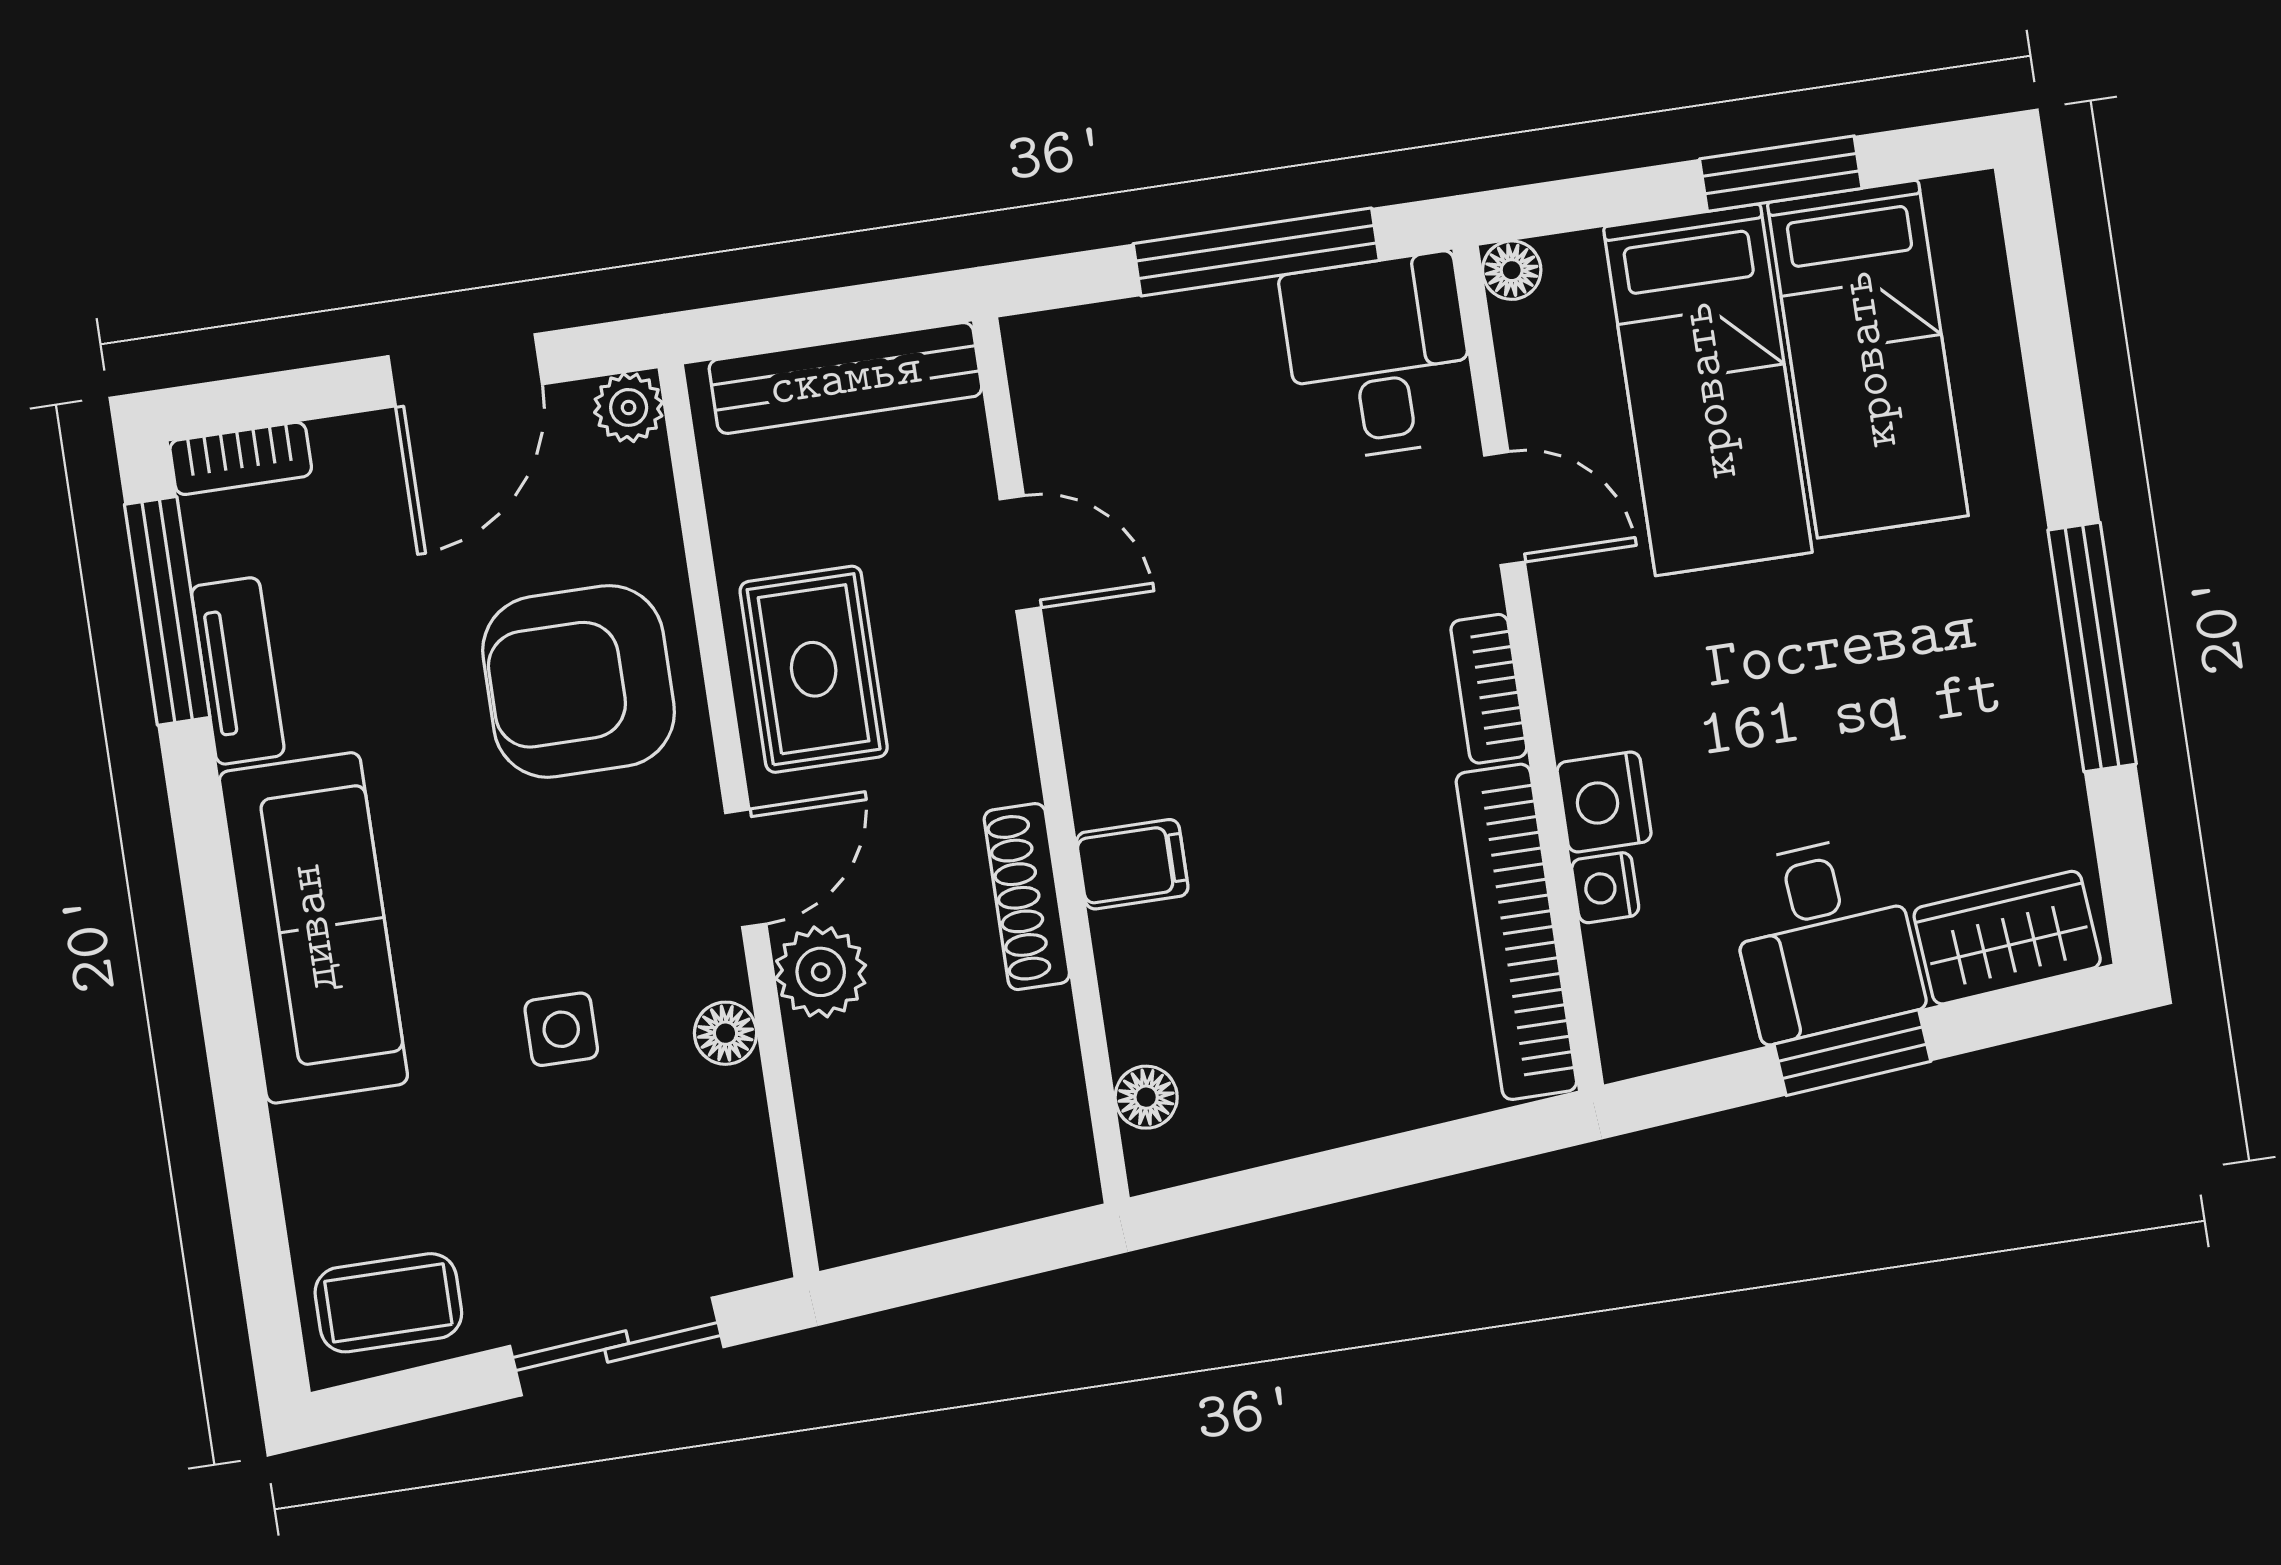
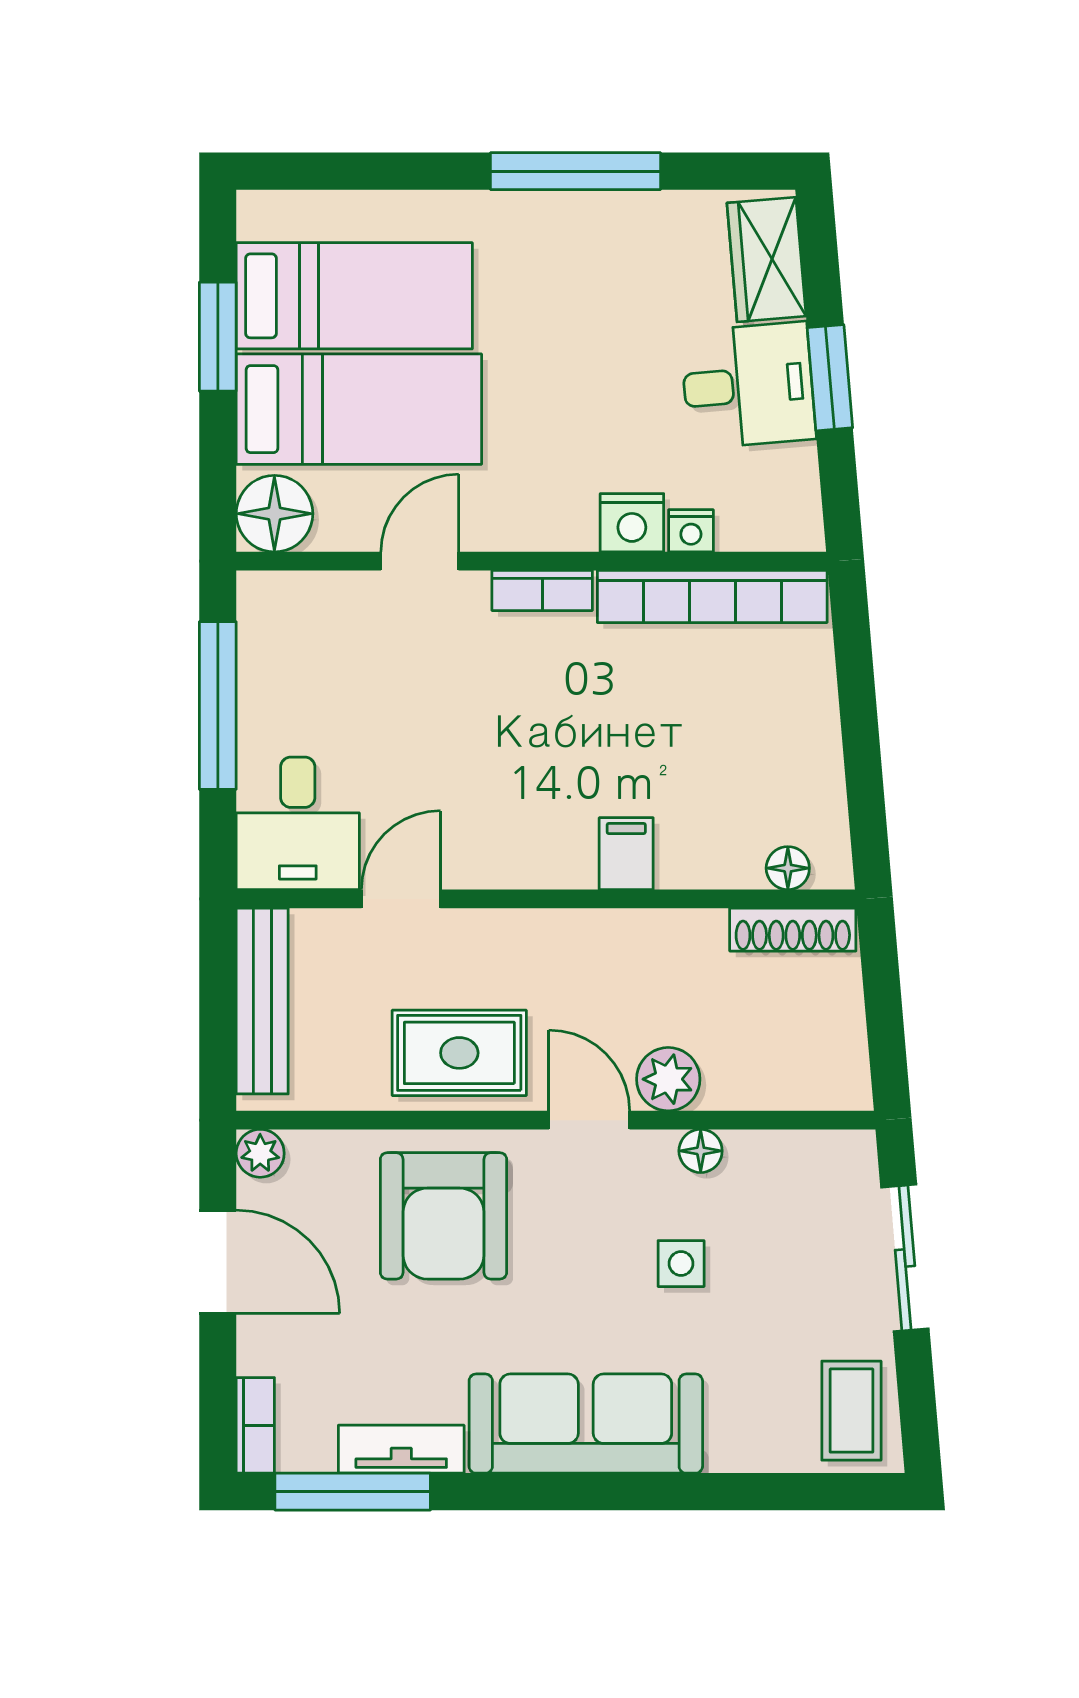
floor lamp: (1512, 270) -> (274, 514), width x1.89, depth x1.89
desk: (1379, 357) -> (298, 823), moved, turned -90
shoe rack: (1027, 897) -> (793, 930), moved

